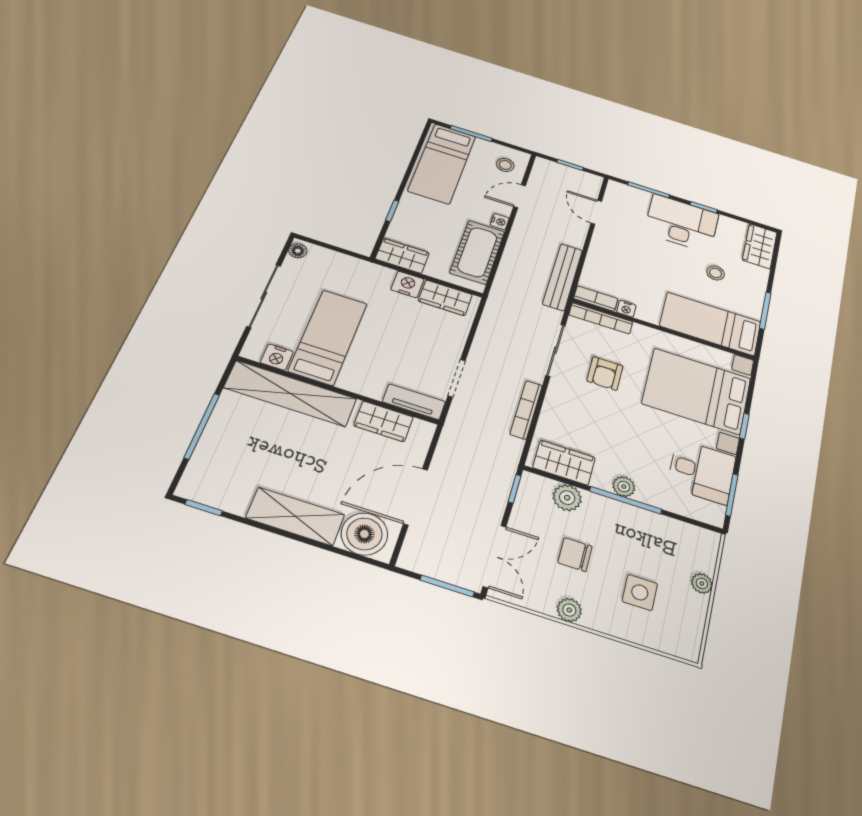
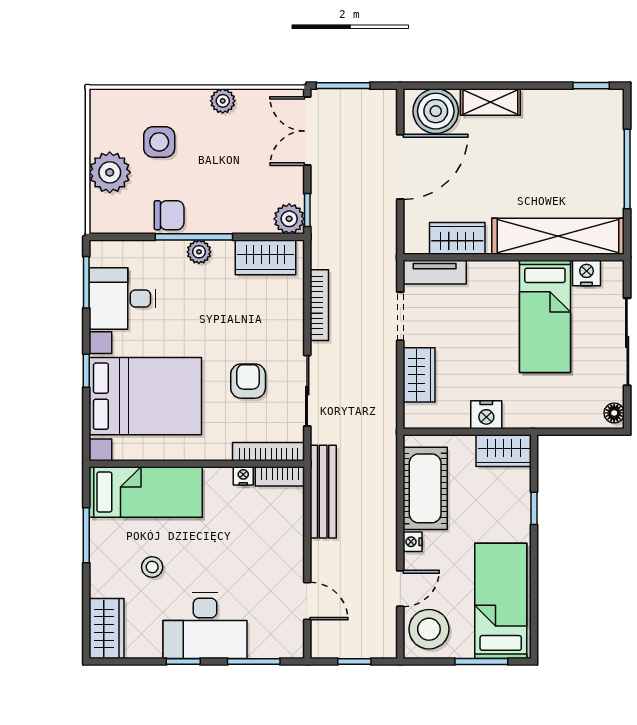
stool: (505, 165) -> (429, 629), width x1.89, depth x1.89
wardrobe: (445, 298) -> (419, 375), moved, turned 90
plant: (567, 498) -> (289, 219), moved
shelving: (295, 516) -> (490, 102), width x0.67, depth x0.75
chair: (575, 555) -> (169, 215), moved
plant: (702, 583) -> (110, 172), width x1.87, depth x1.87

